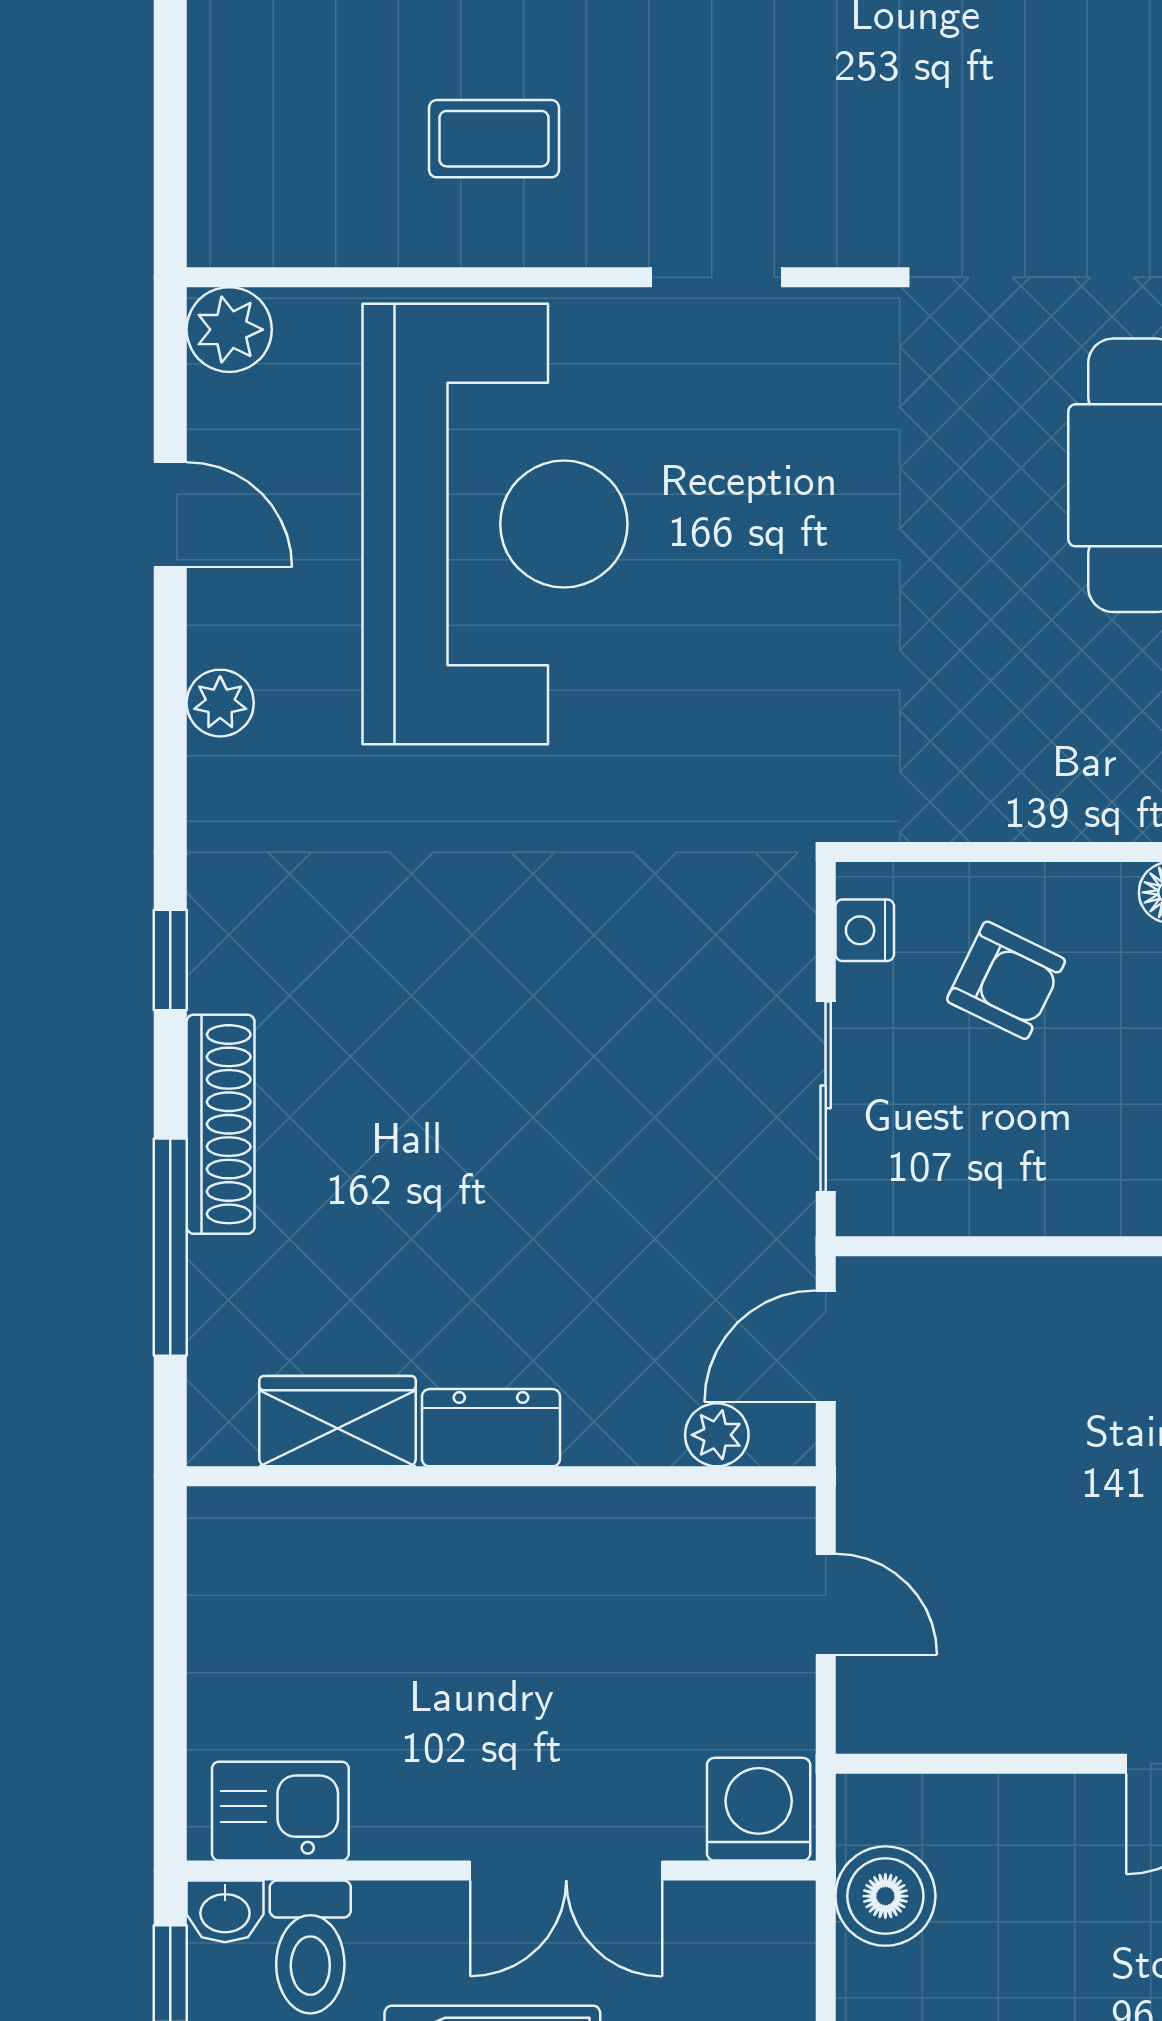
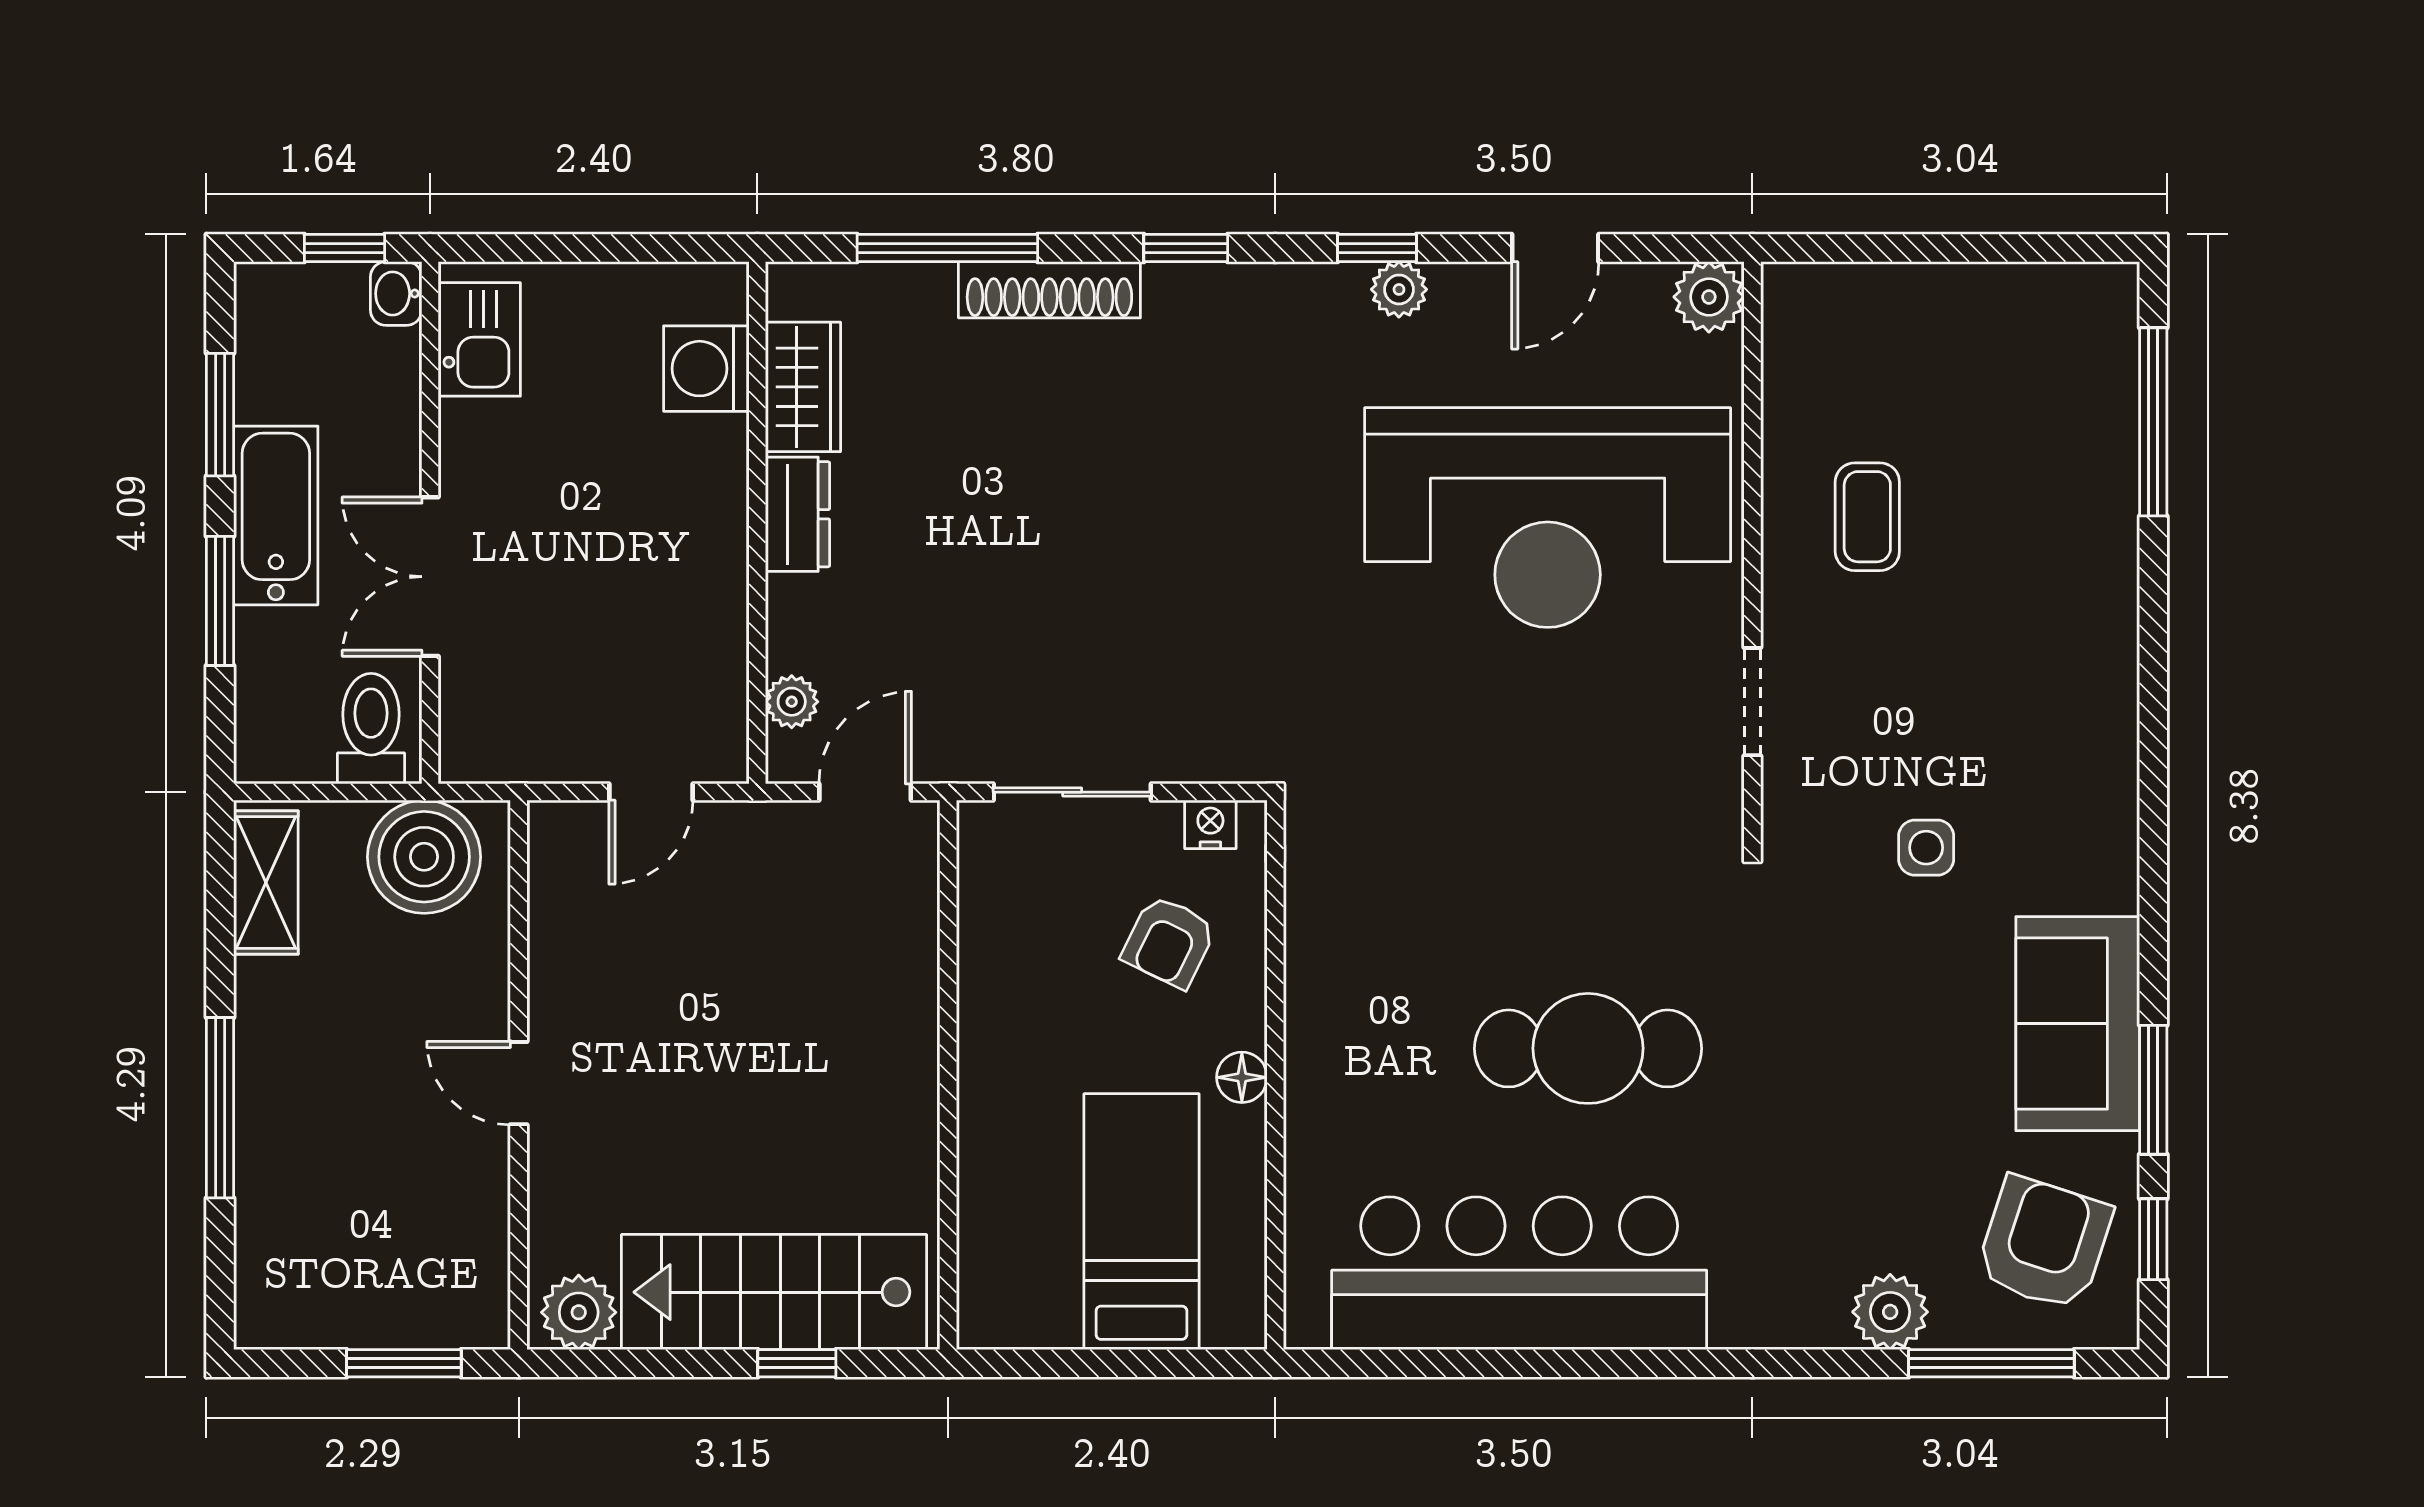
side table: (893, 68) -> (1926, 848), added
window: (170, 730) -> (1377, 248), added
door: (826, 1346) -> (865, 792), hinge flipped
washing machine: (759, 1809) -> (706, 369), moved, turned 180
boiler: (885, 1896) -> (424, 857), width x1.37, depth x1.37
toilet: (310, 1947) -> (371, 729), moved, turned 90

